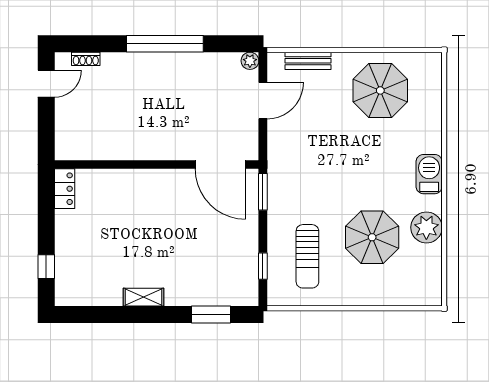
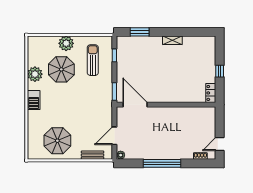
window: (46, 267) -> (220, 71), moved
plant: (362, 291) -> (66, 43), added

